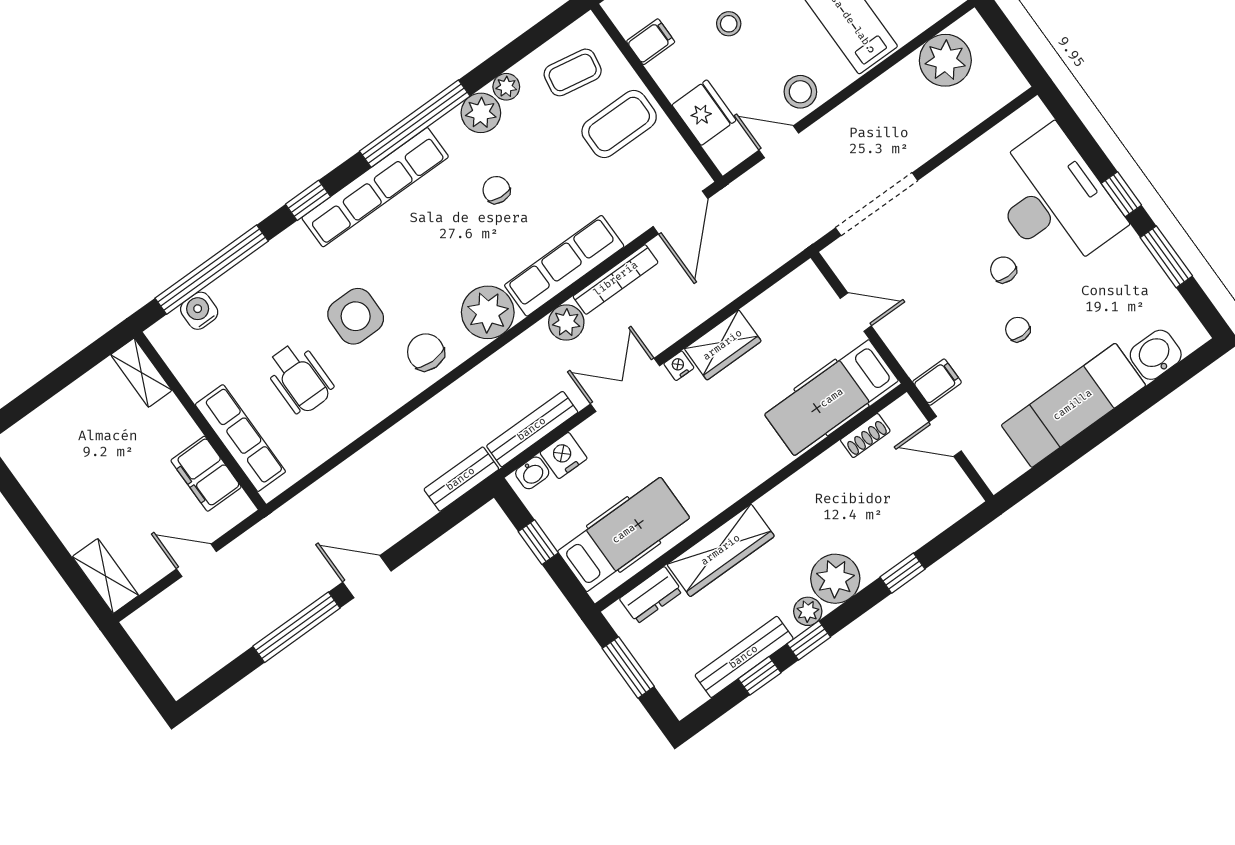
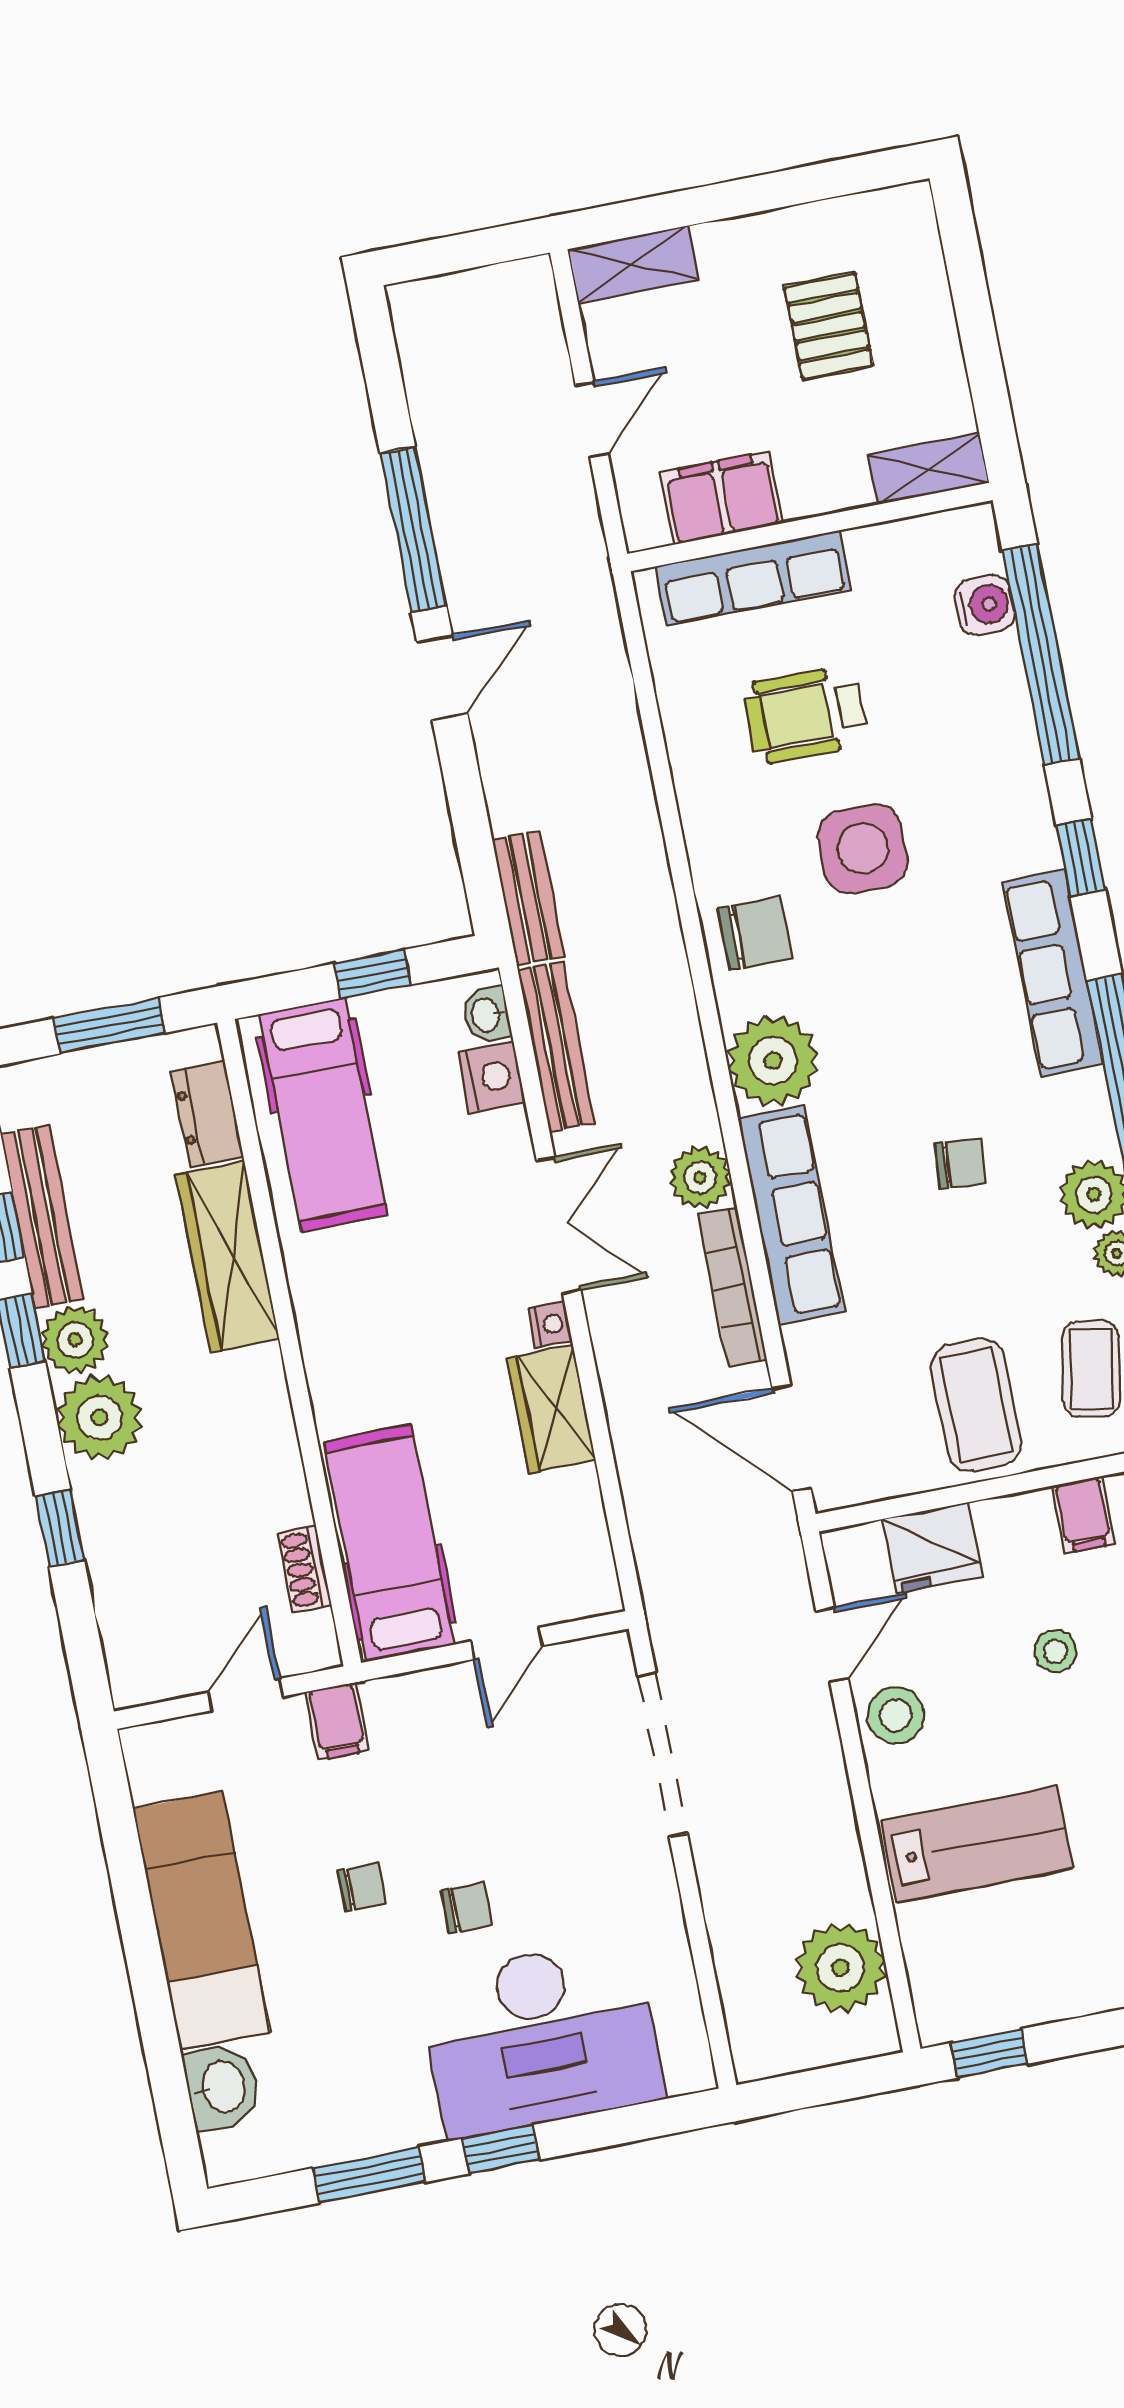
row of seats: (375, 187) -> (1053, 973), width x0.73
pallet: (91, 459) -> (829, 326), added
plant: (808, 611) -> (75, 1340), width x1.38, depth x1.38

